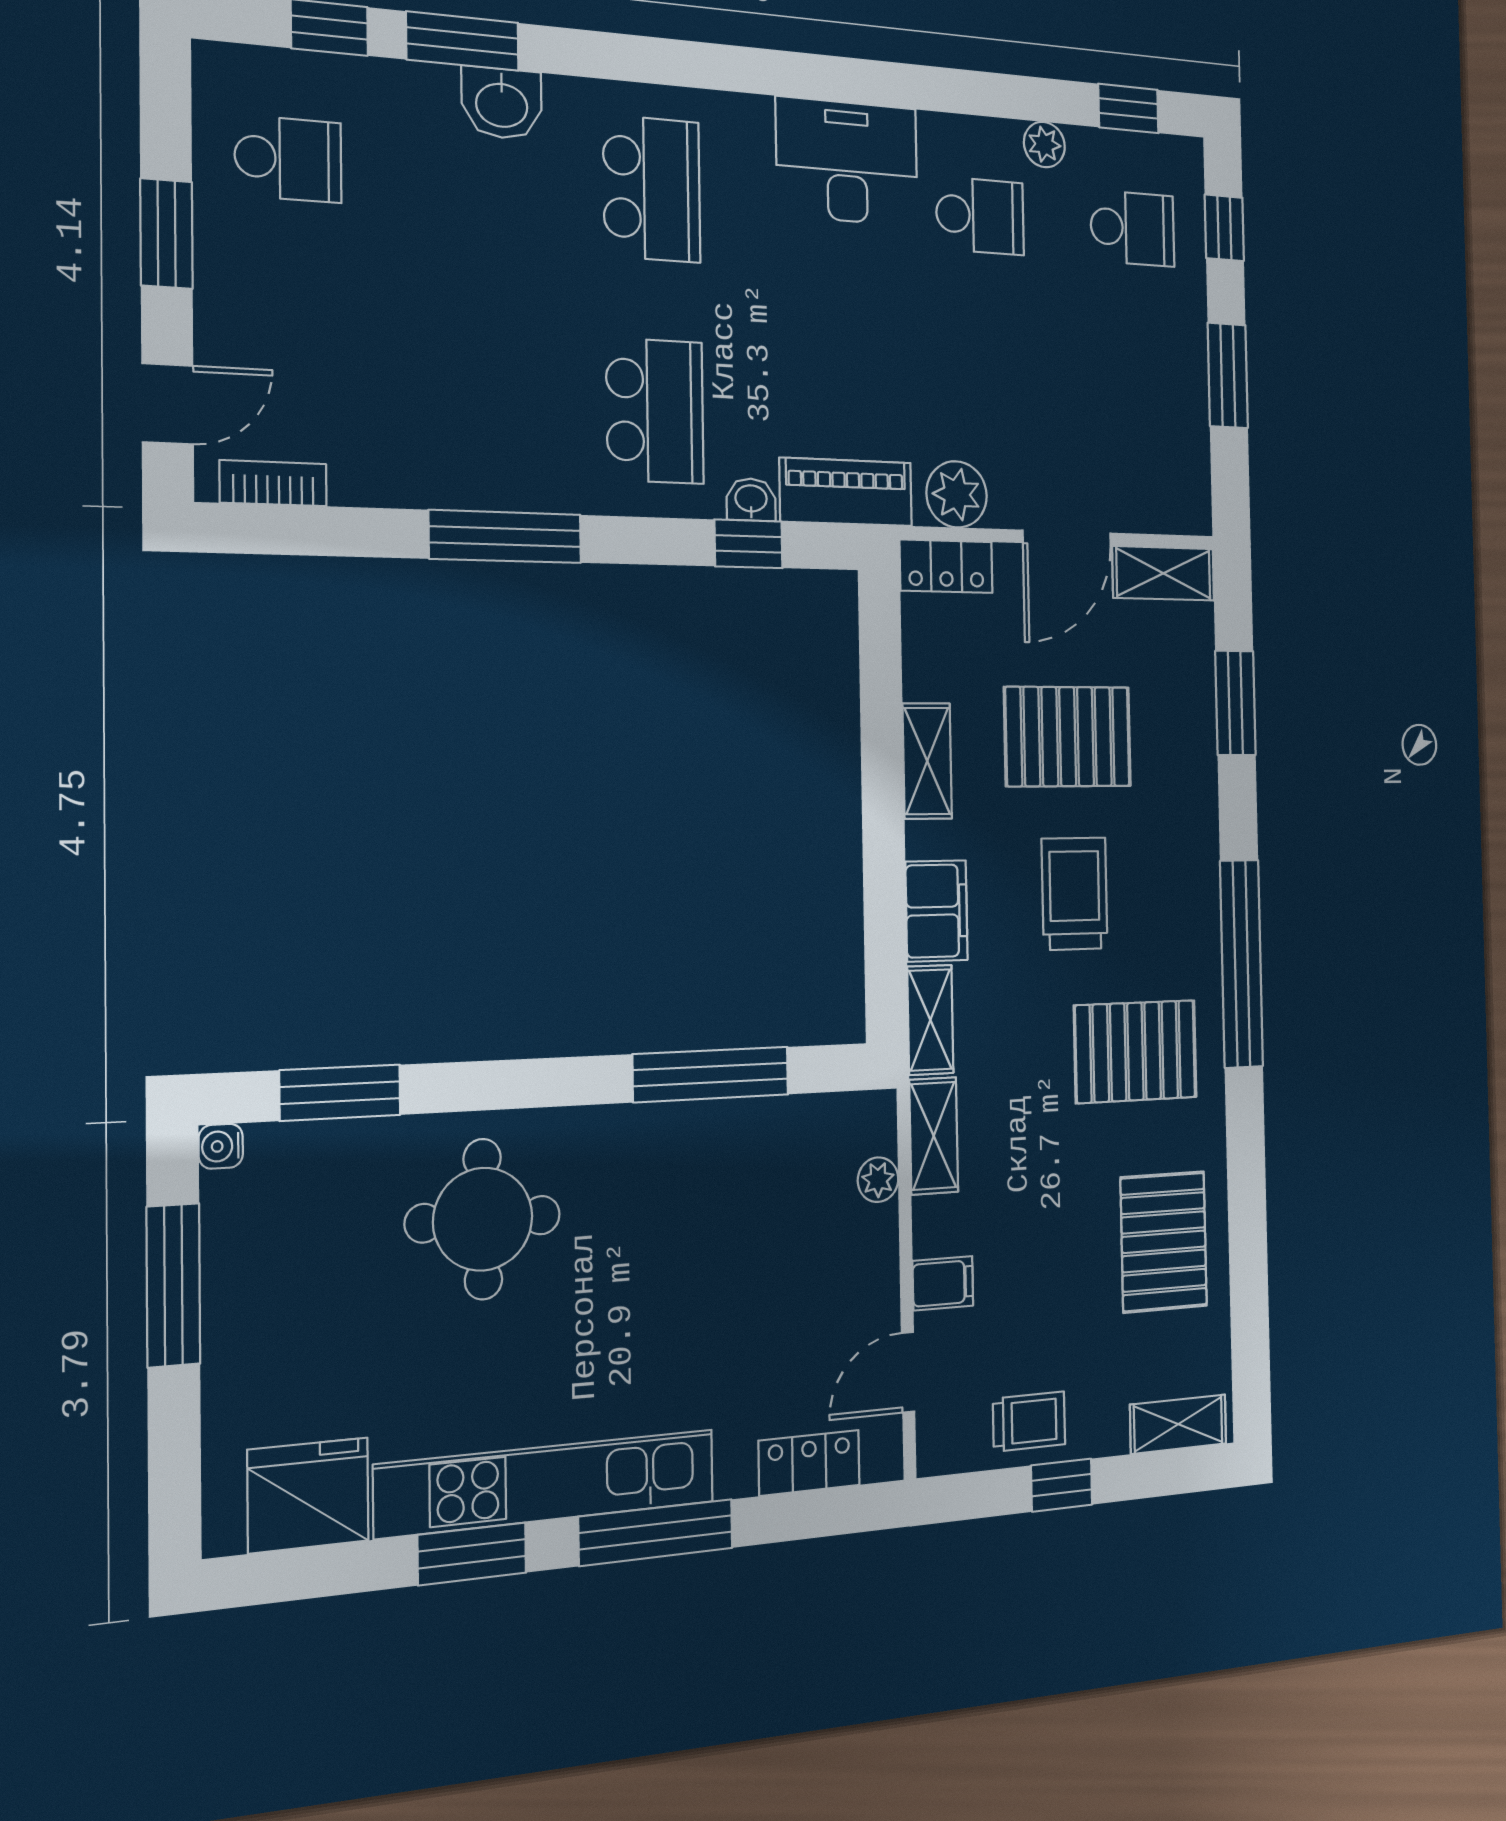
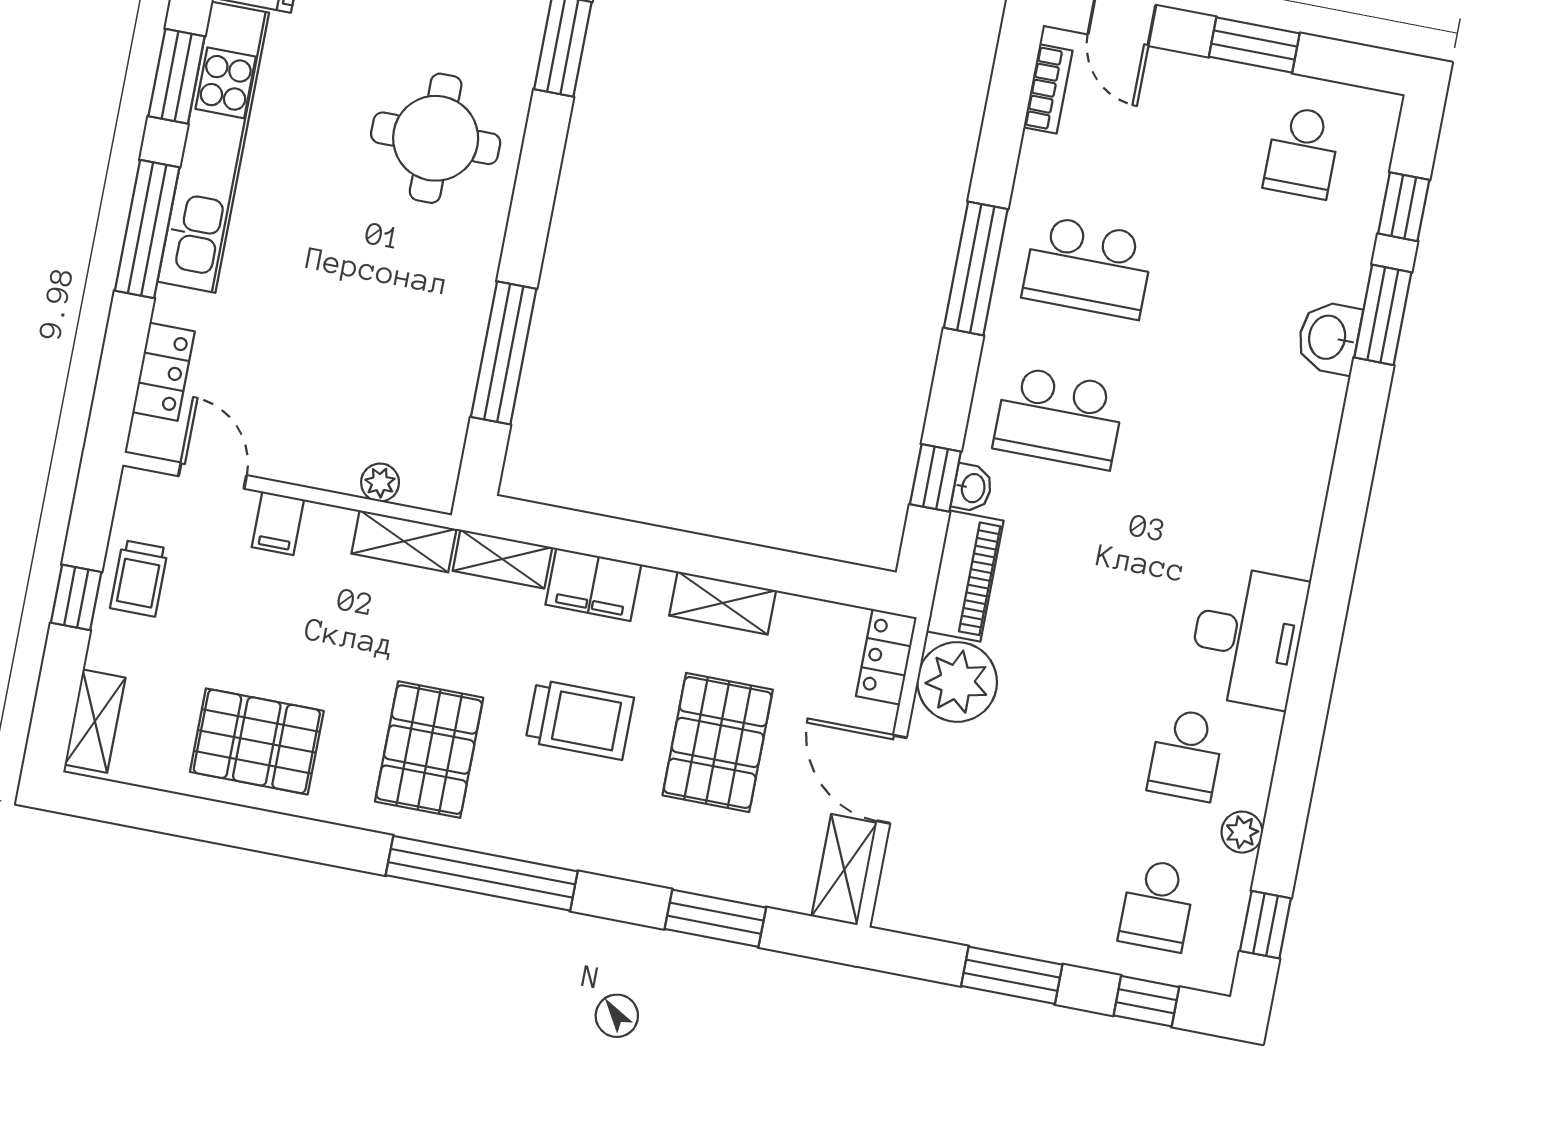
school desk: (652, 189) -> (1088, 267), moved
plant: (957, 494) -> (957, 682), width x1.36, depth x1.36

